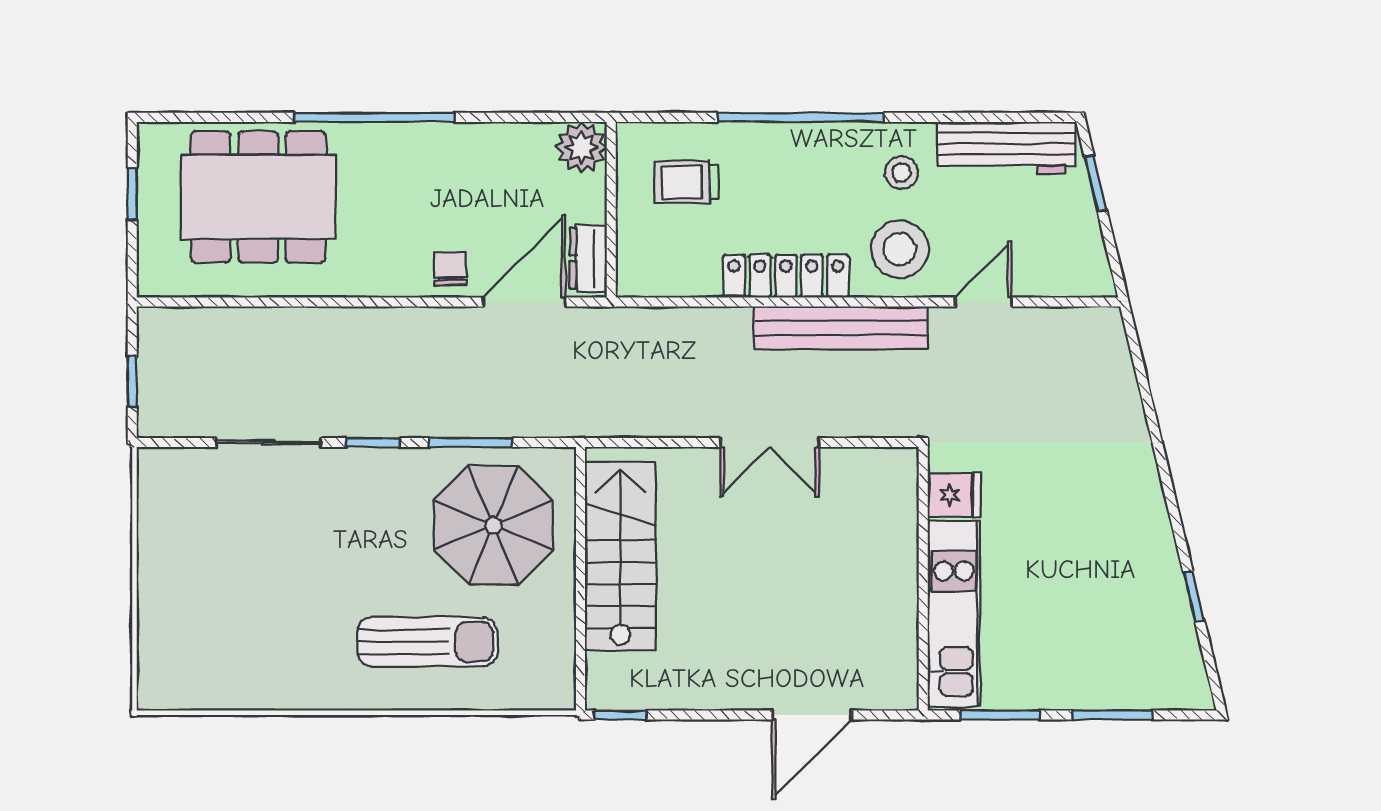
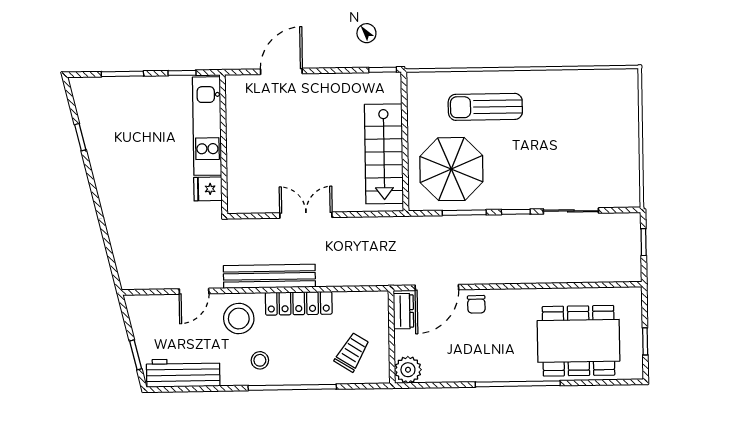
stool: (901, 173) -> (260, 360), moved
trolley: (687, 182) -> (352, 352), turned -57
window: (1000, 715) -> (182, 73), width x0.67

